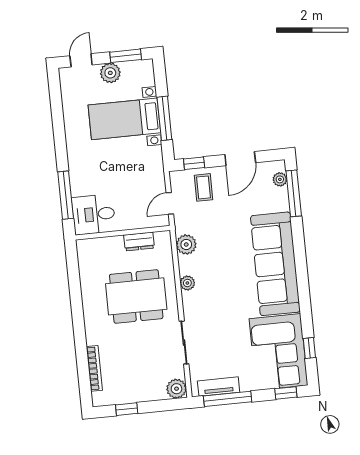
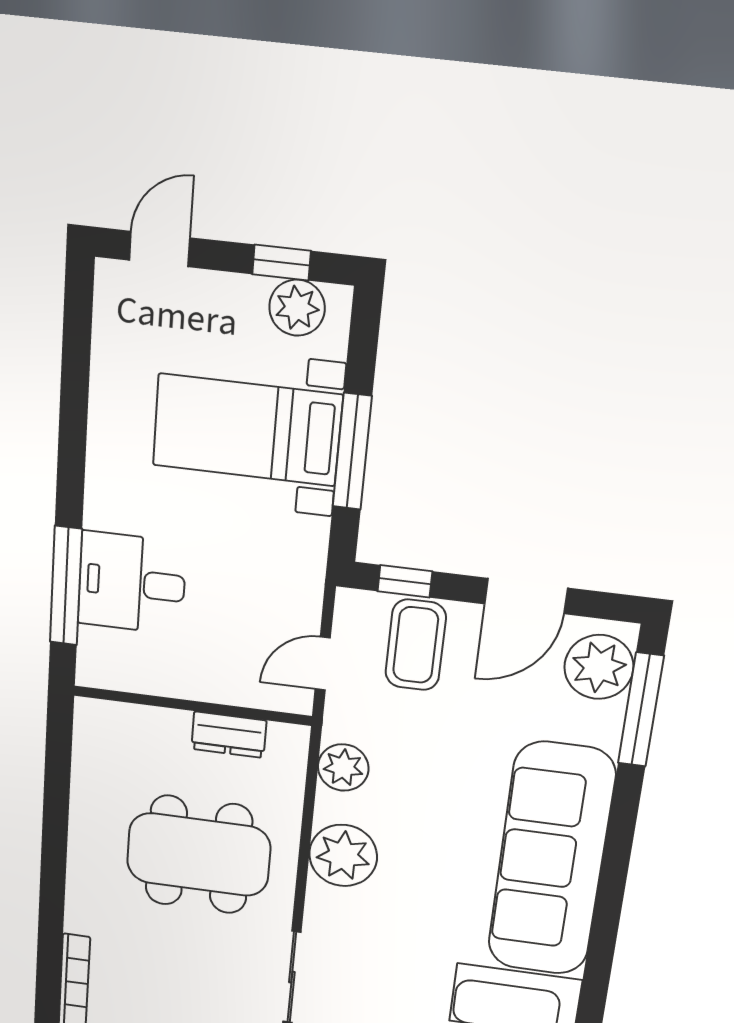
window: (126, 56) -> (282, 263), width x0.67
plant: (110, 73) -> (297, 308), moved
plant: (280, 179) -> (599, 667), width x1.88, depth x1.88
coffee table: (203, 187) -> (416, 645), width x1.36, depth x1.30
desk: (94, 214) -> (132, 583), moved
plant: (187, 283) -> (343, 855), width x1.88, depth x1.88

